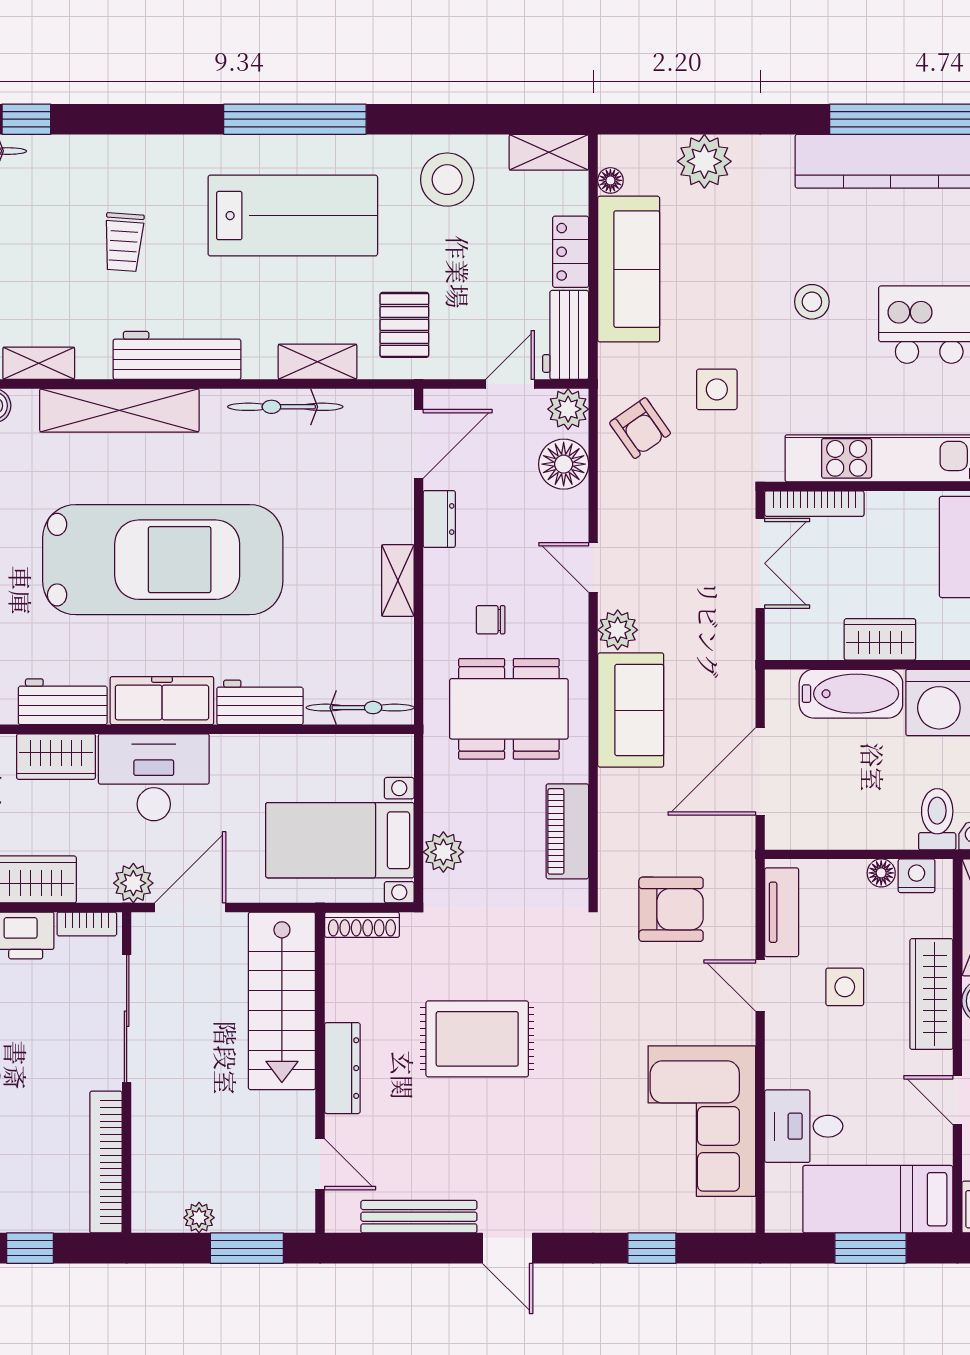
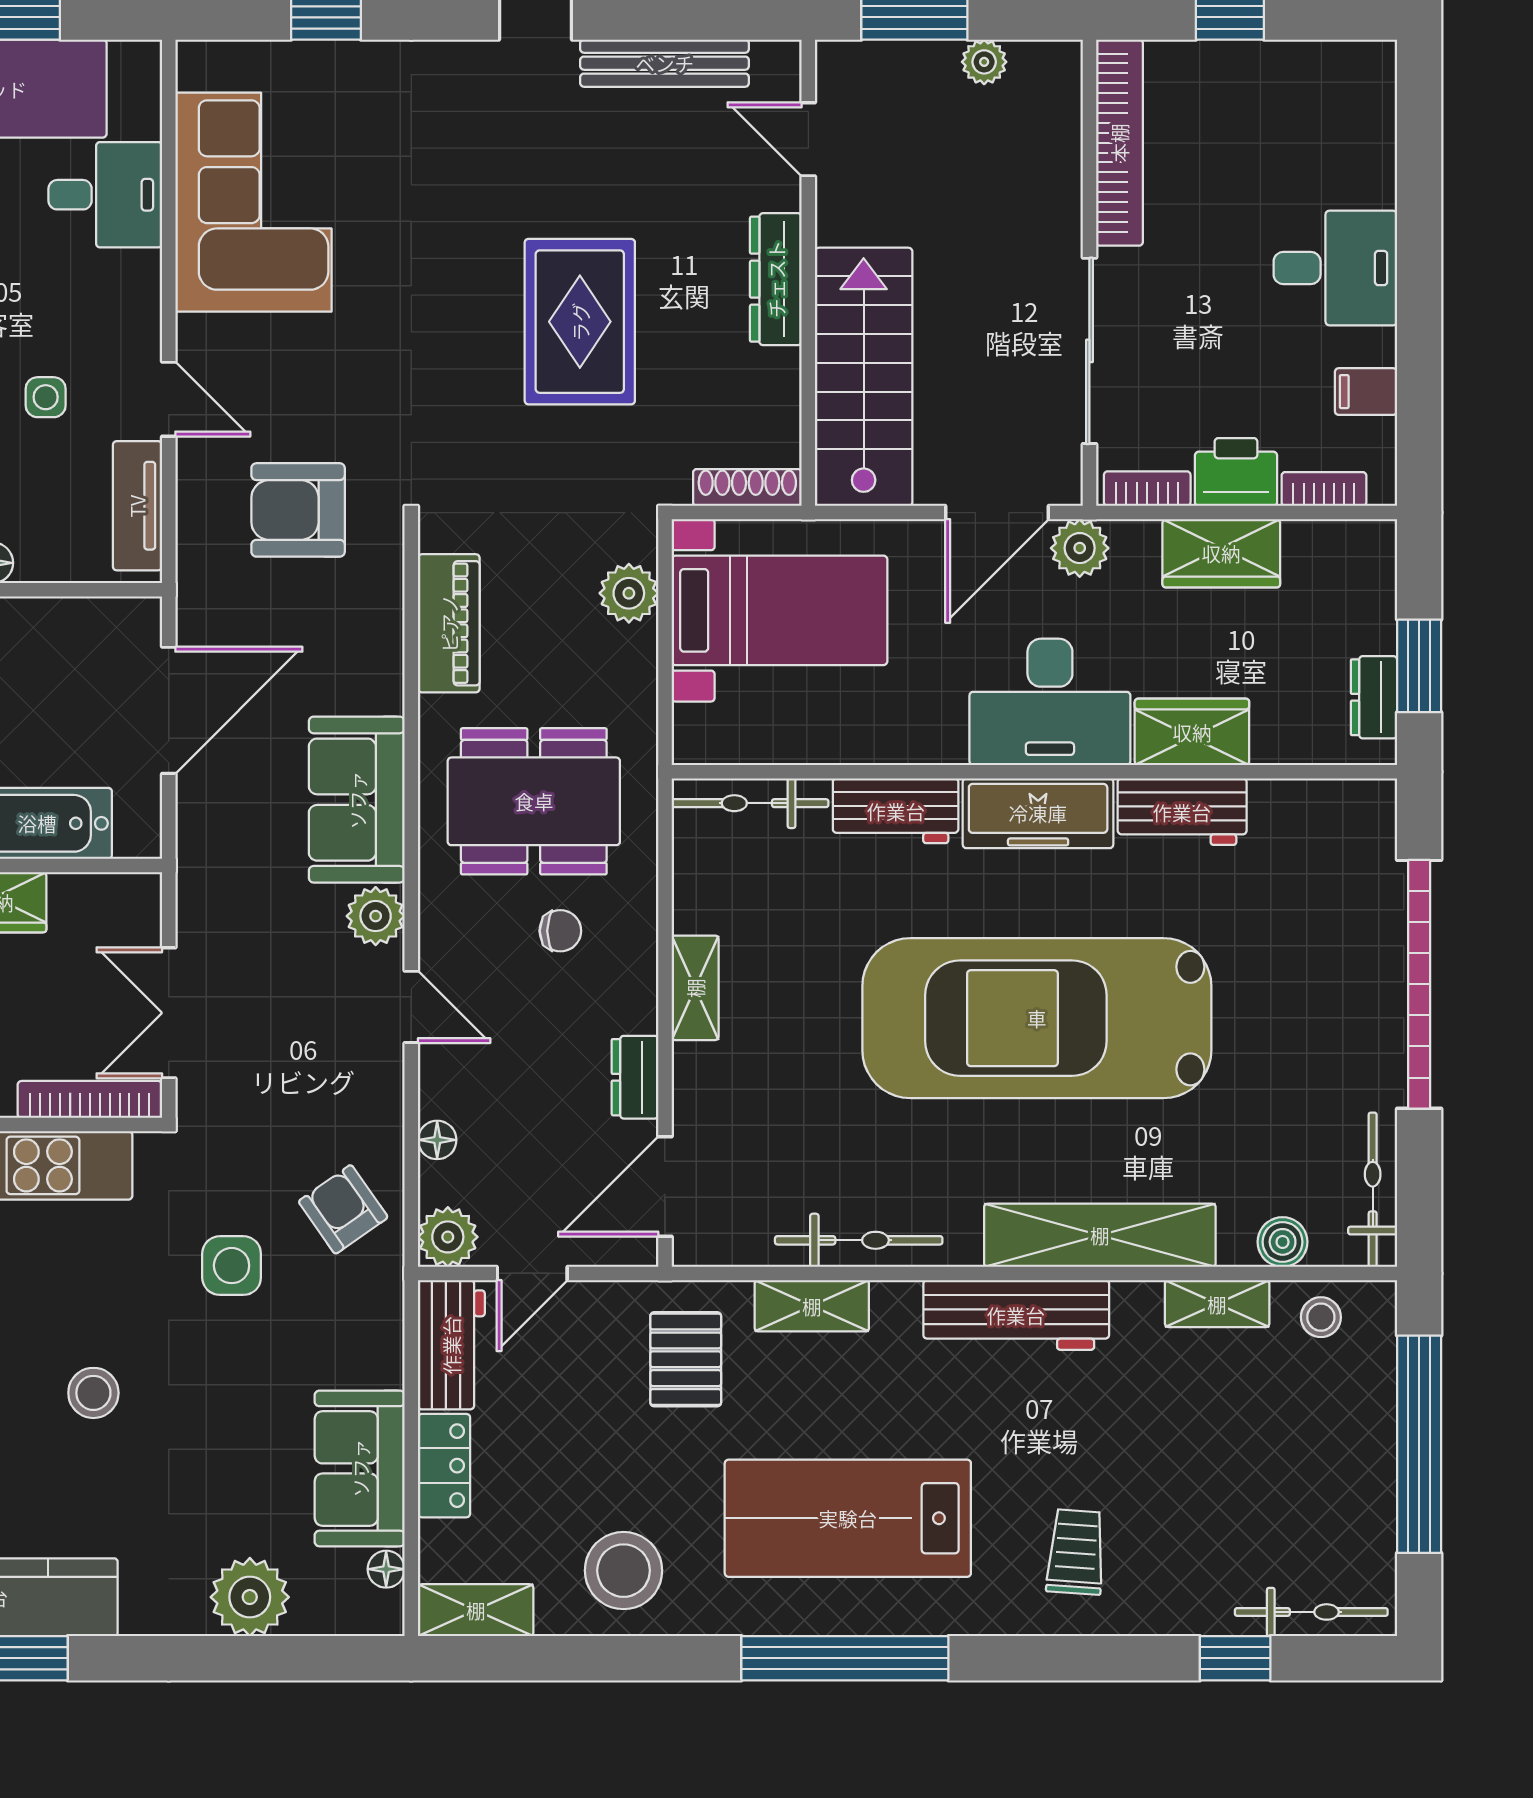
trolley: (124, 242) -> (1076, 1552), moved
sofa: (629, 269) -> (360, 1468), width x0.73
floor lamp: (564, 464) -> (437, 1140), width x0.53, depth x0.53
side table: (845, 987) -> (46, 397), width x0.73, depth x0.73
rug: (477, 1039) -> (580, 322), turned 90

